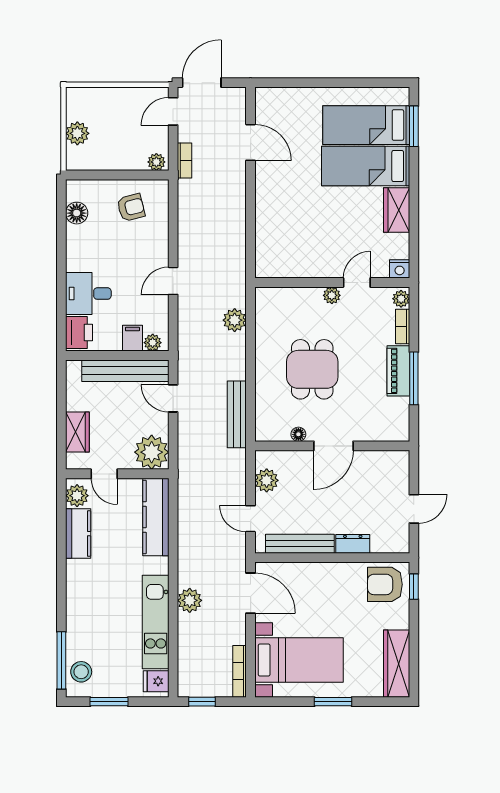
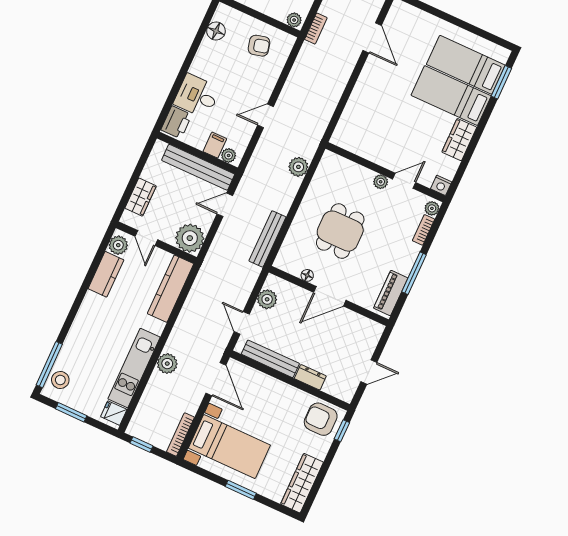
piano: (398, 371) -> (391, 293), moved
door: (173, 398) -> (225, 205), hinge flipped

